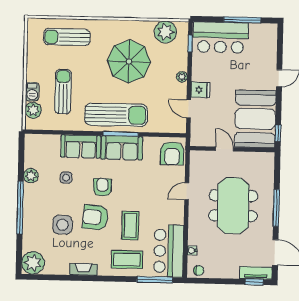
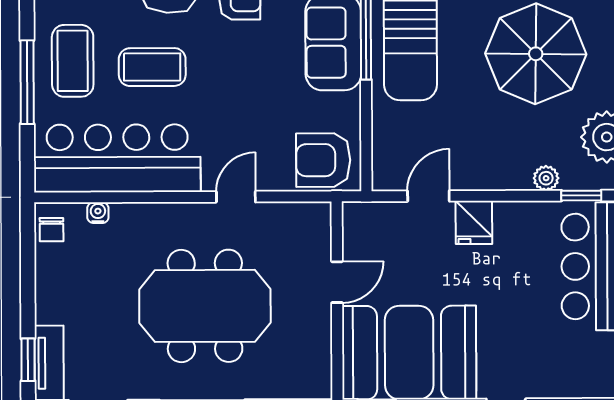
plant: (182, 77) -> (546, 178), moved
door: (187, 191) -> (236, 197), hinge flipped
bar counter: (169, 251) -> (117, 158), width x1.36
window: (155, 280) -> (27, 82), moved

